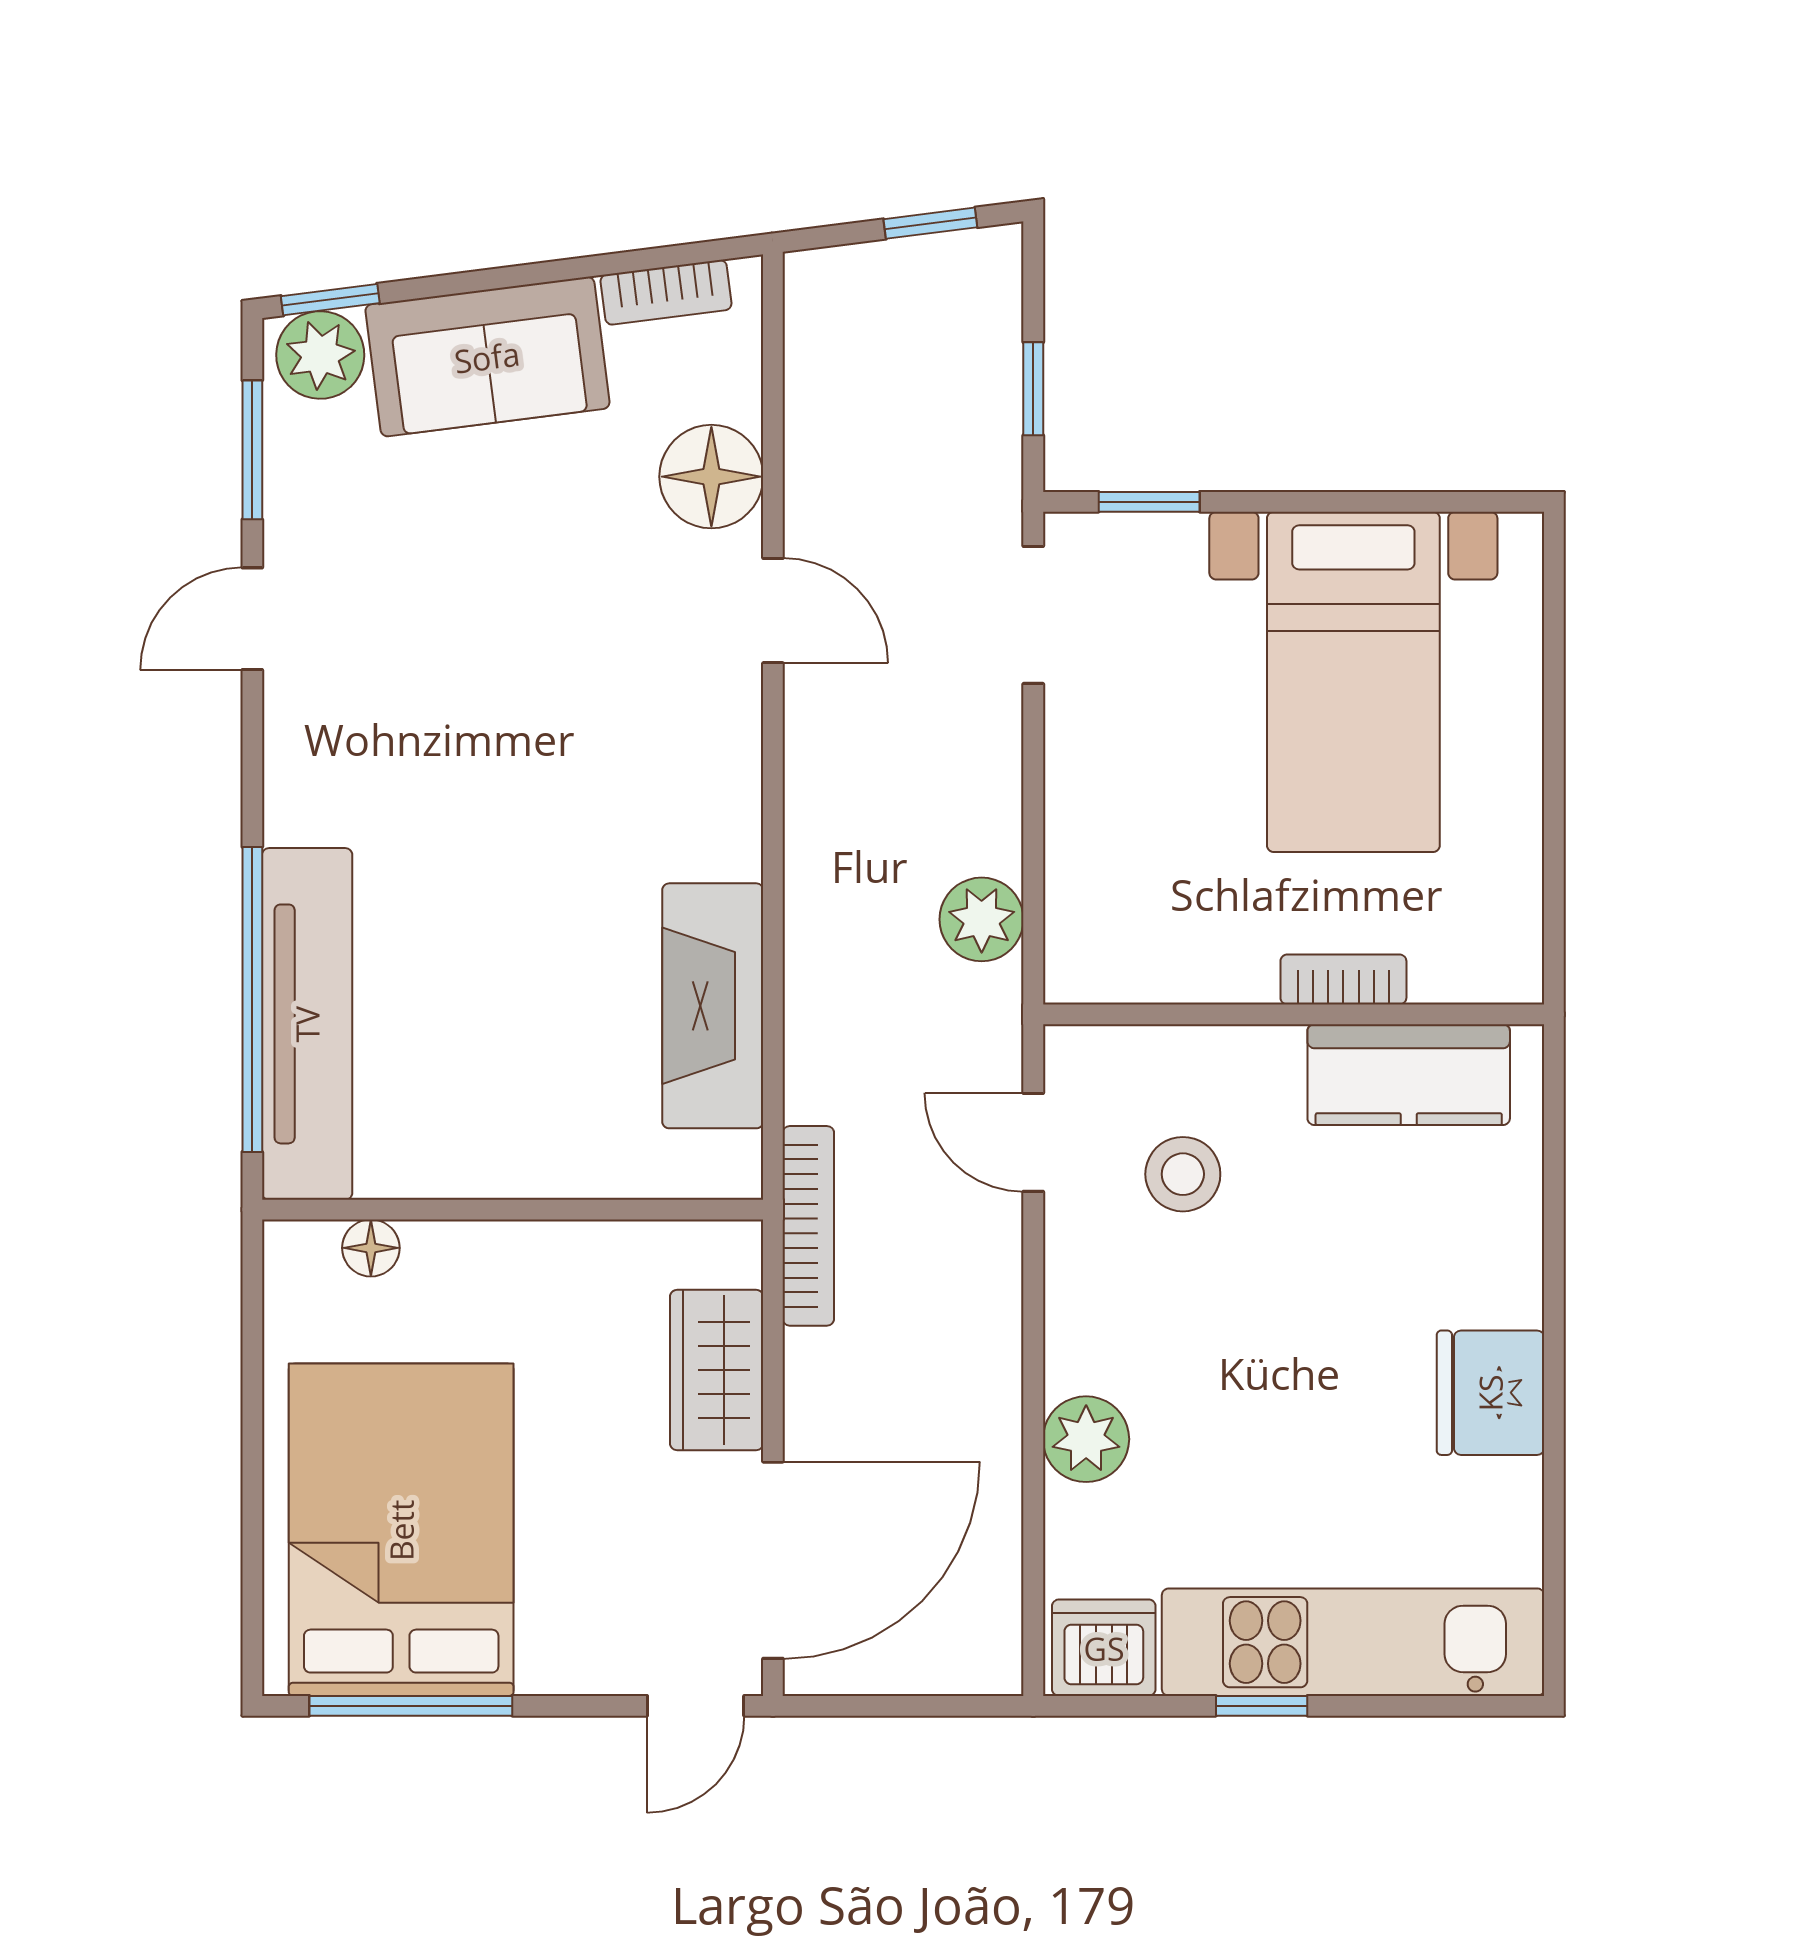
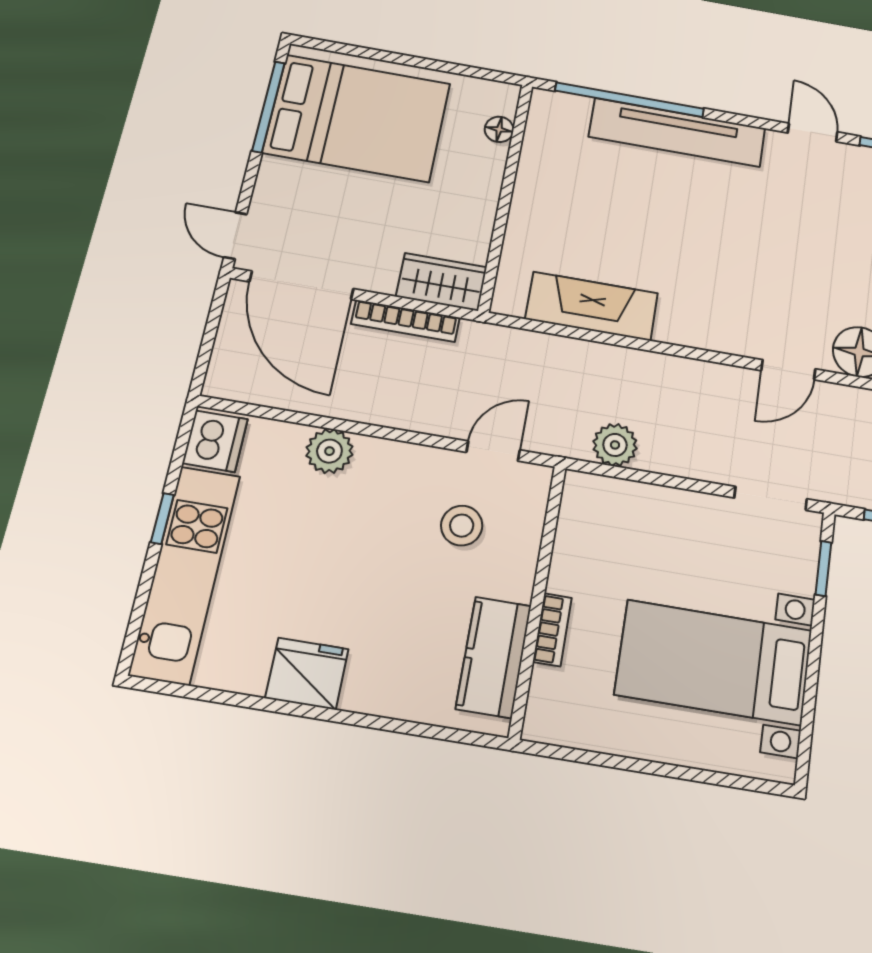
tv unit: (307, 1024) -> (677, 132), moved
bookcase: (808, 1226) -> (405, 321), moved
wardrobe: (717, 1370) -> (442, 282), moved

